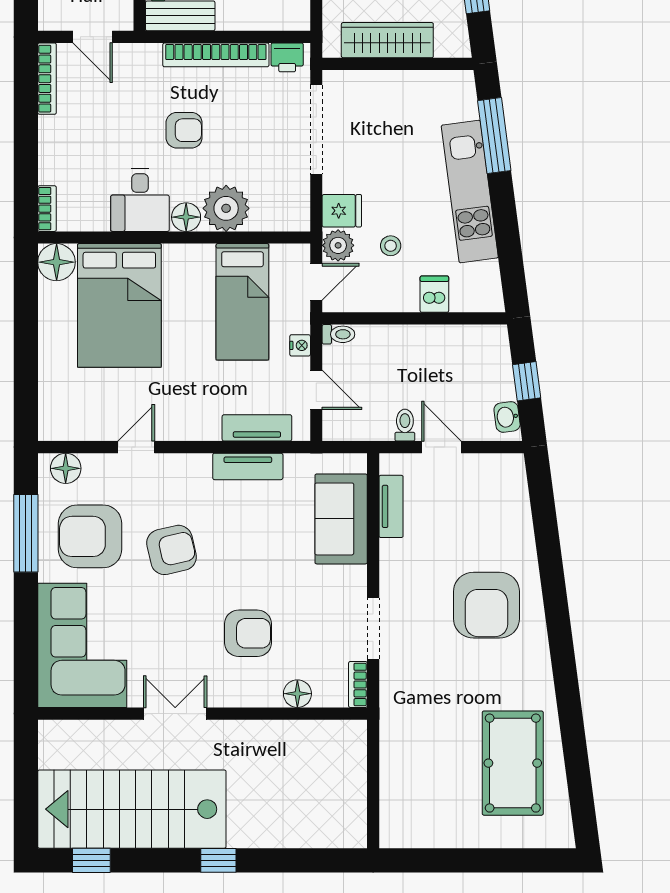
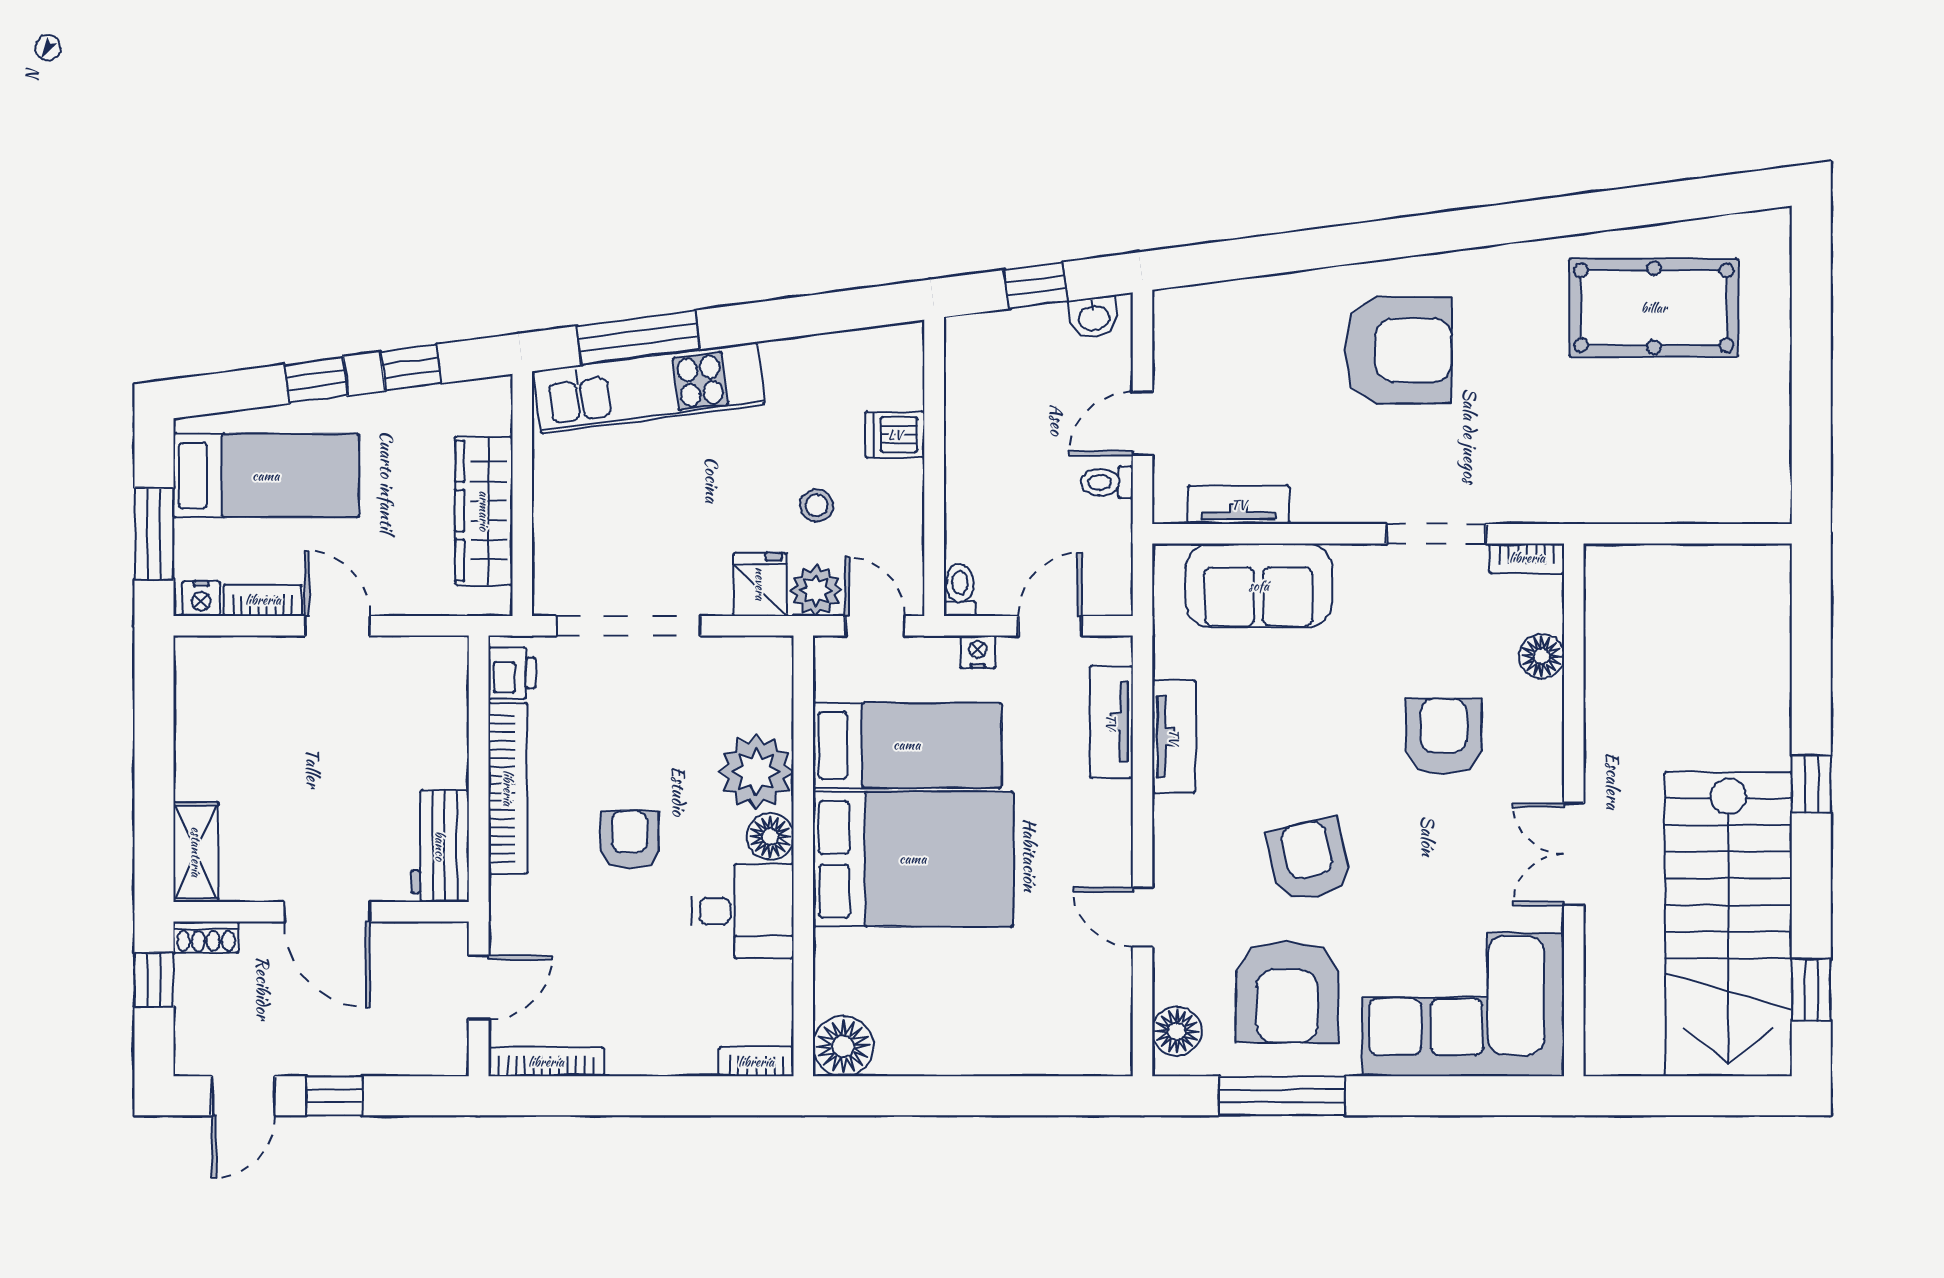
kitchen unit: (470, 192) -> (649, 388), moved
bed: (119, 305) -> (913, 859), moved

